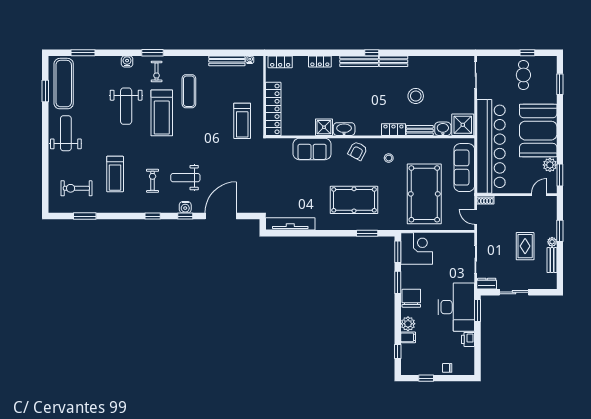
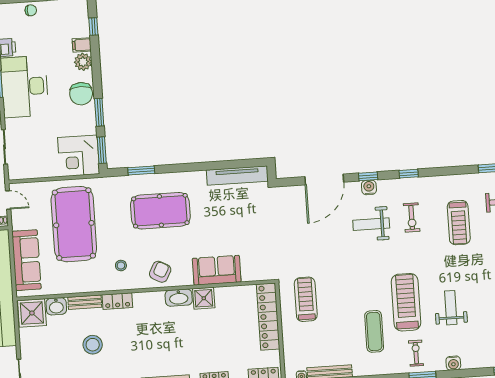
weight bench: (126, 106) -> (451, 308), width x0.73, depth x0.75
treadmill: (115, 174) -> (459, 223), turned 180
weight bench: (185, 178) -> (371, 224), turned 180

